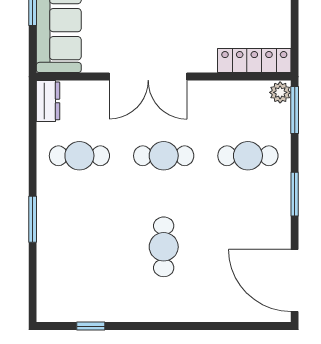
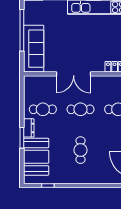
dresser: (48, 101) -> (29, 128), moved
booth: (64, 262) -> (36, 157), added

